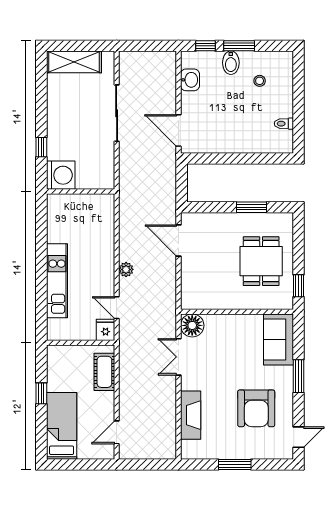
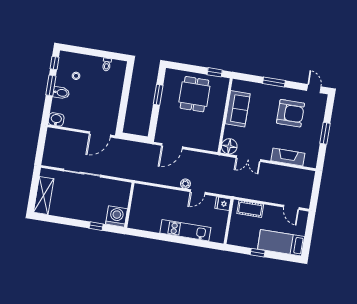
window: (206, 46) -> (54, 63), moved
washbasin: (190, 80) -> (56, 119), moved
dining table: (261, 261) -> (194, 94), turned 90
door: (117, 308) -> (198, 192), moved
sofa: (279, 339) -> (238, 109), moved, turned -90

